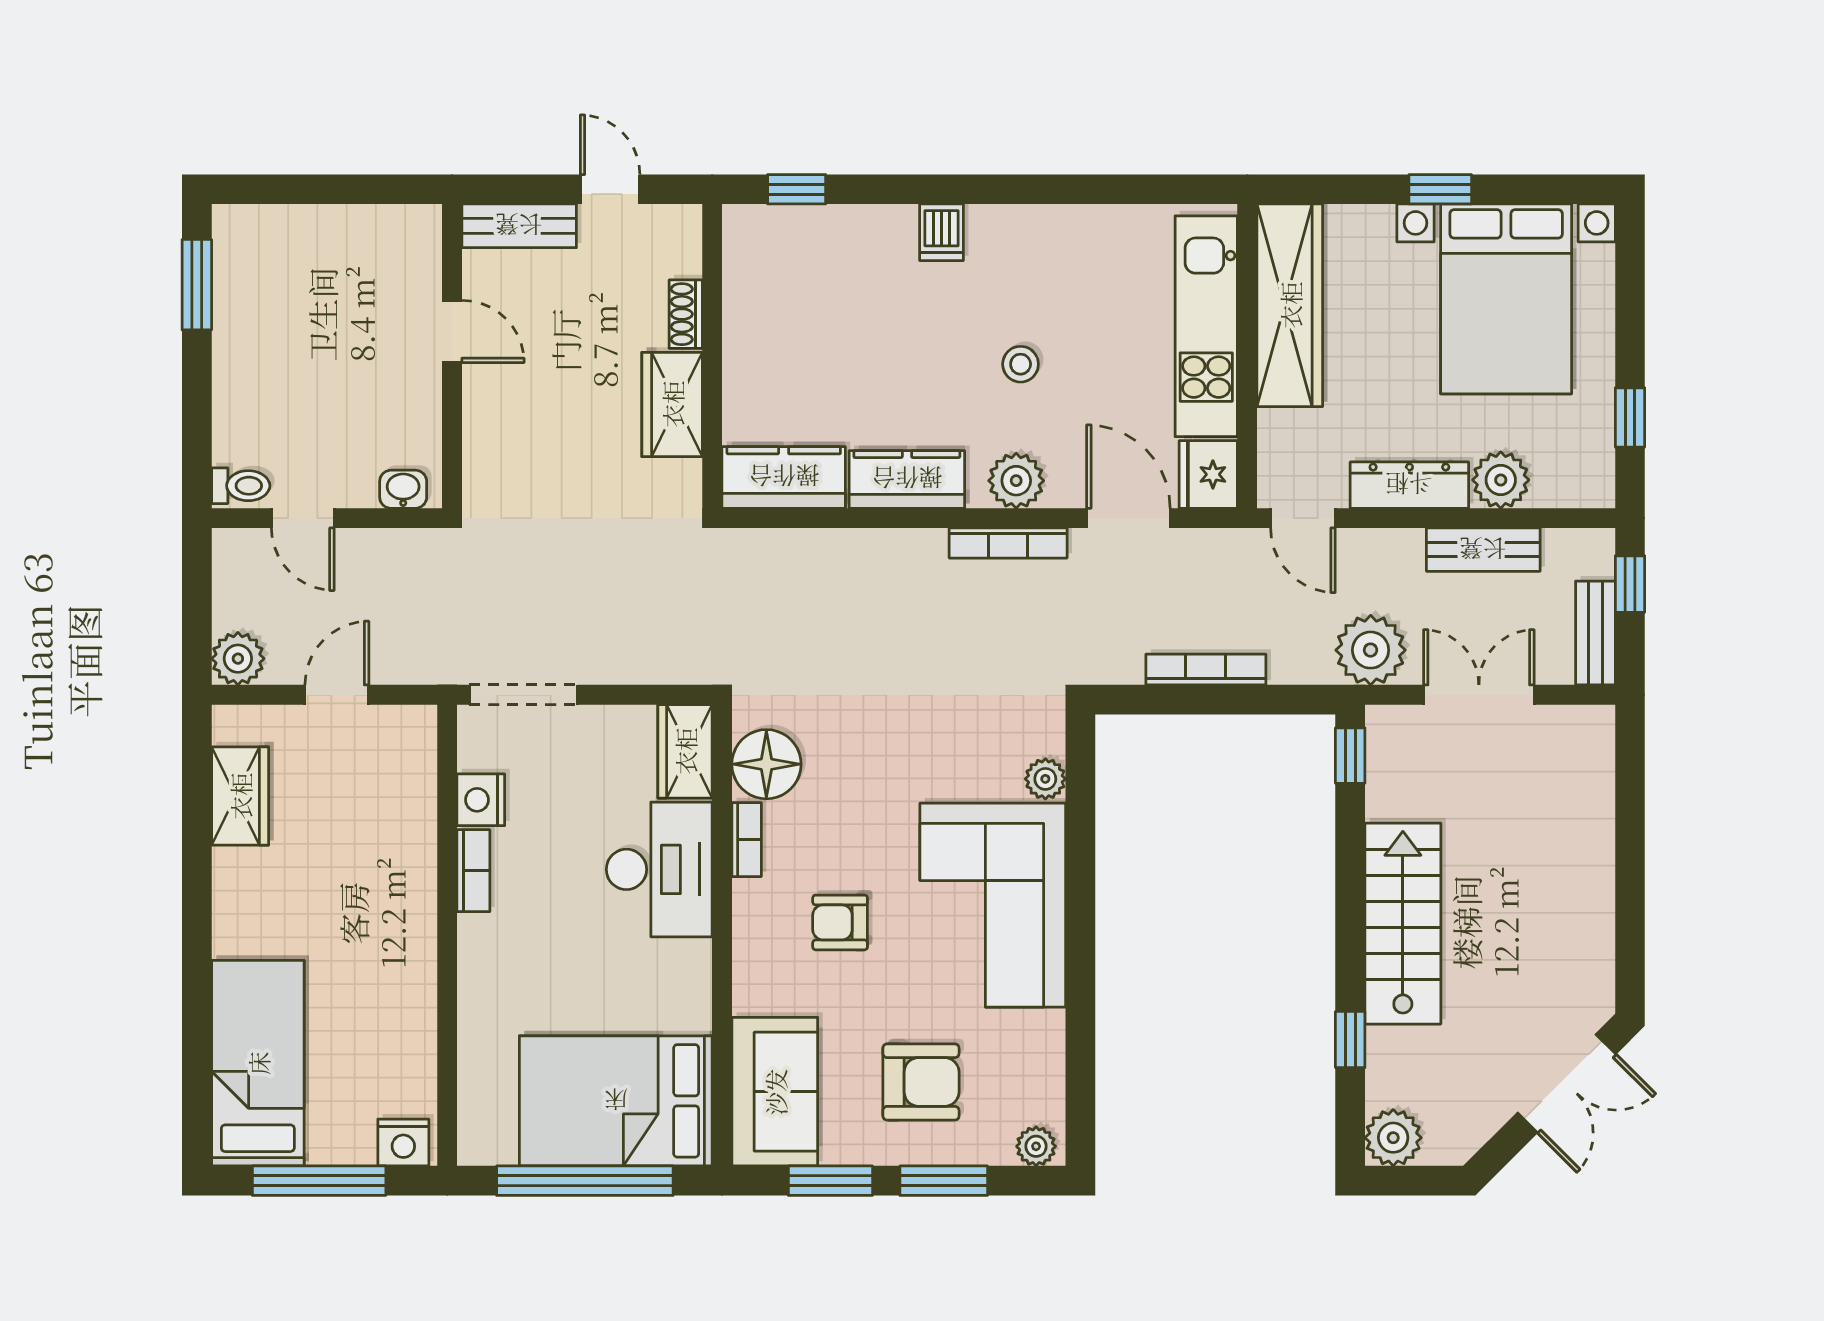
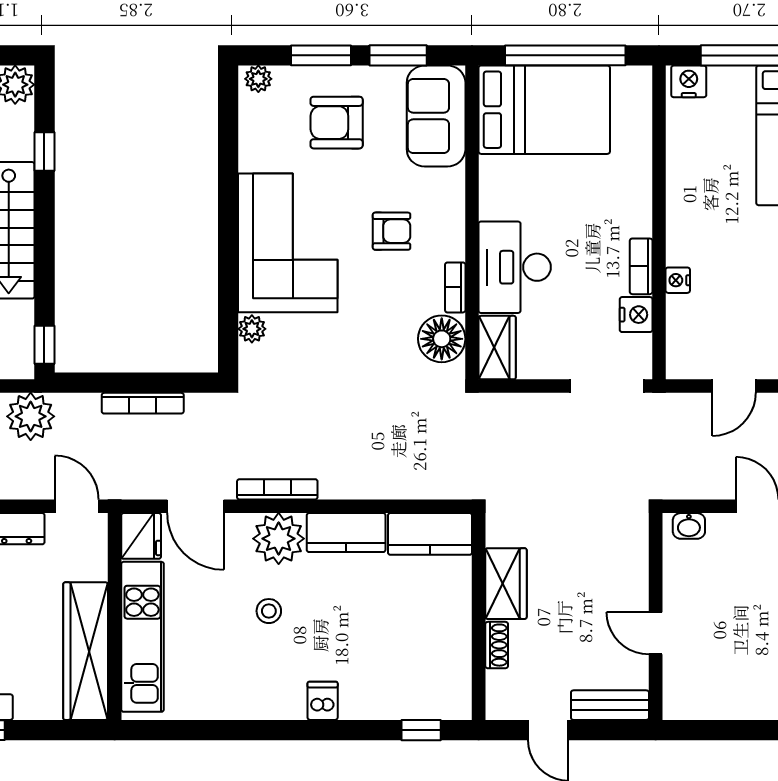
plant: (1016, 481) -> (279, 539), width x1.36, depth x1.36
nightstand: (420, 850) -> (678, 280), added

